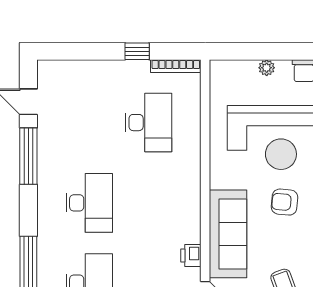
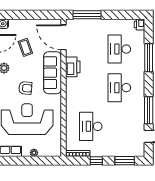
window: (78, 51) -> (125, 161), added
printer: (191, 256) -> (73, 67), width x1.87, depth x1.48

